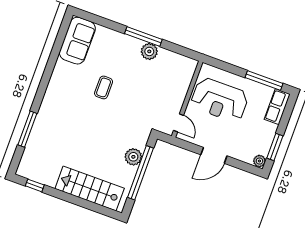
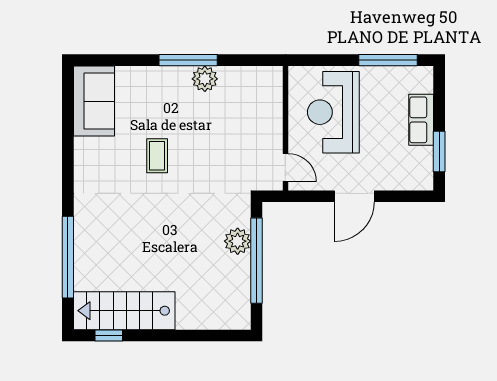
reception desk: (220, 100) -> (333, 112), turned 90
row of seats: (277, 107) -> (421, 120), moved
window: (27, 129) -> (68, 257), width x1.46
plant: (259, 161) -> (424, 180), removed
stairs: (90, 188) -> (124, 311), moved

